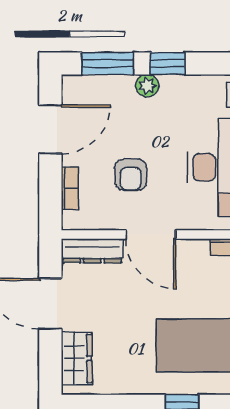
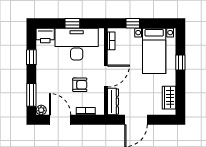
window: (168, 63) -> (31, 57), moved
plant: (147, 86) -> (41, 110), moved
wardrobe: (77, 358) -> (169, 98), moved, turned -90

